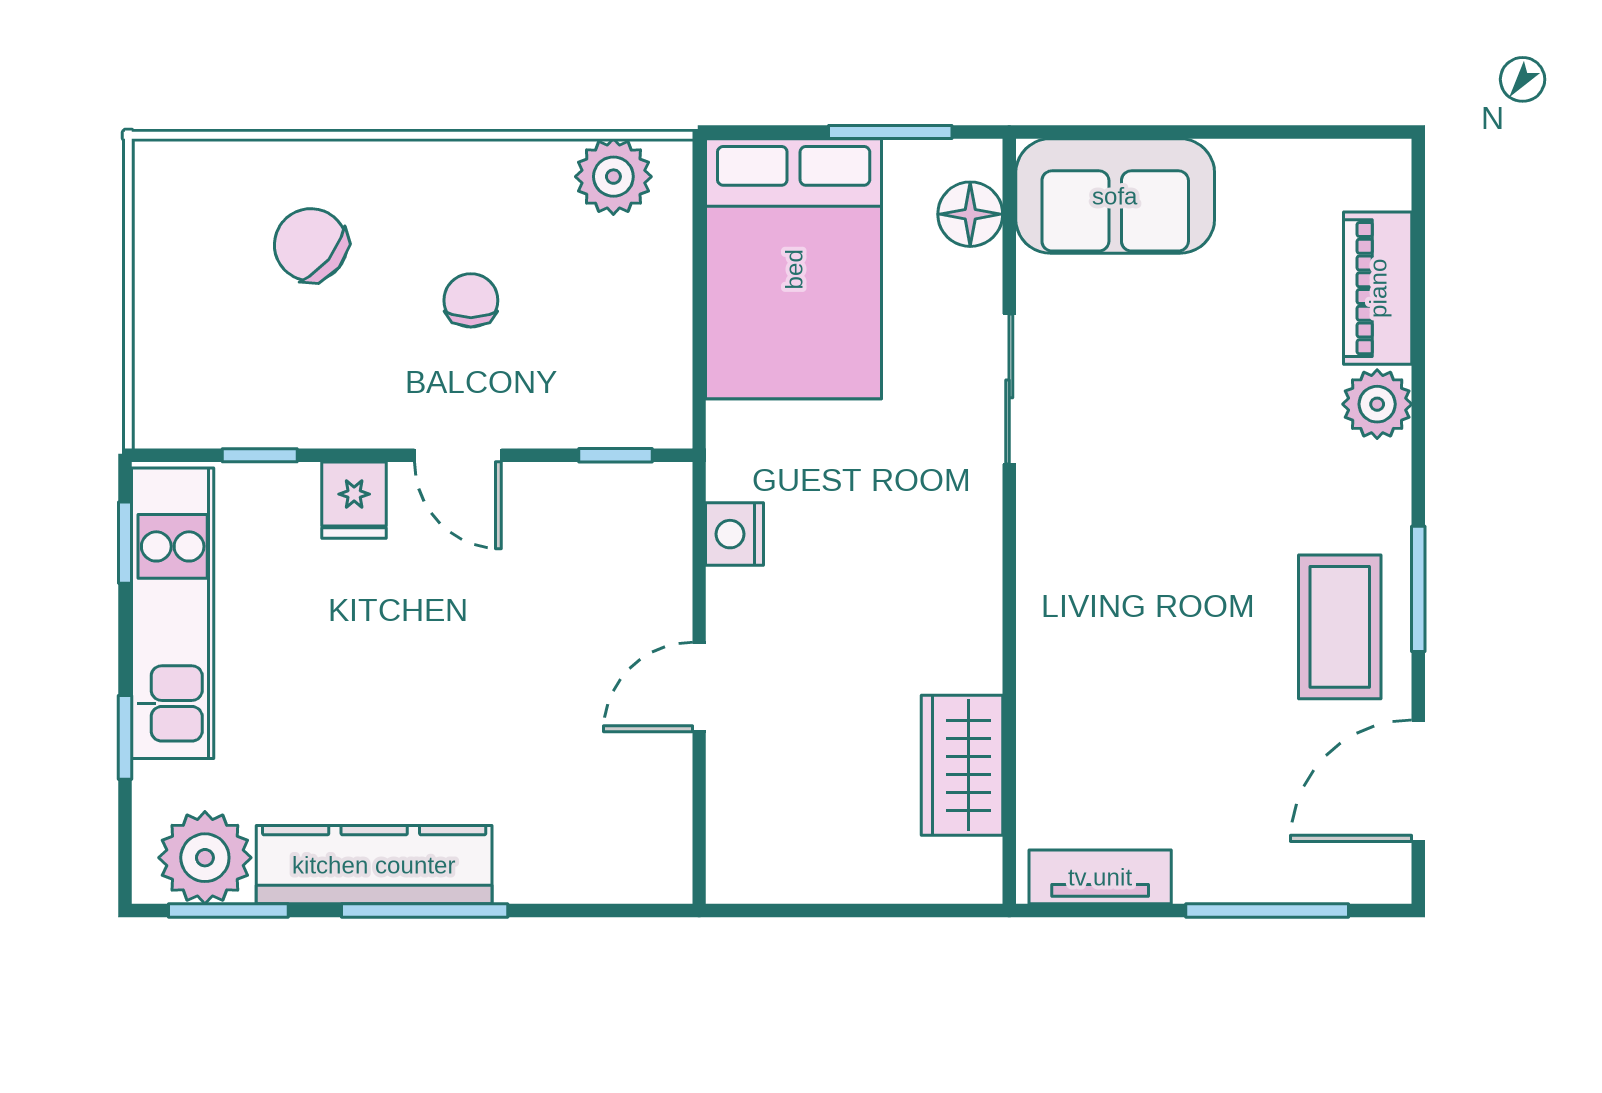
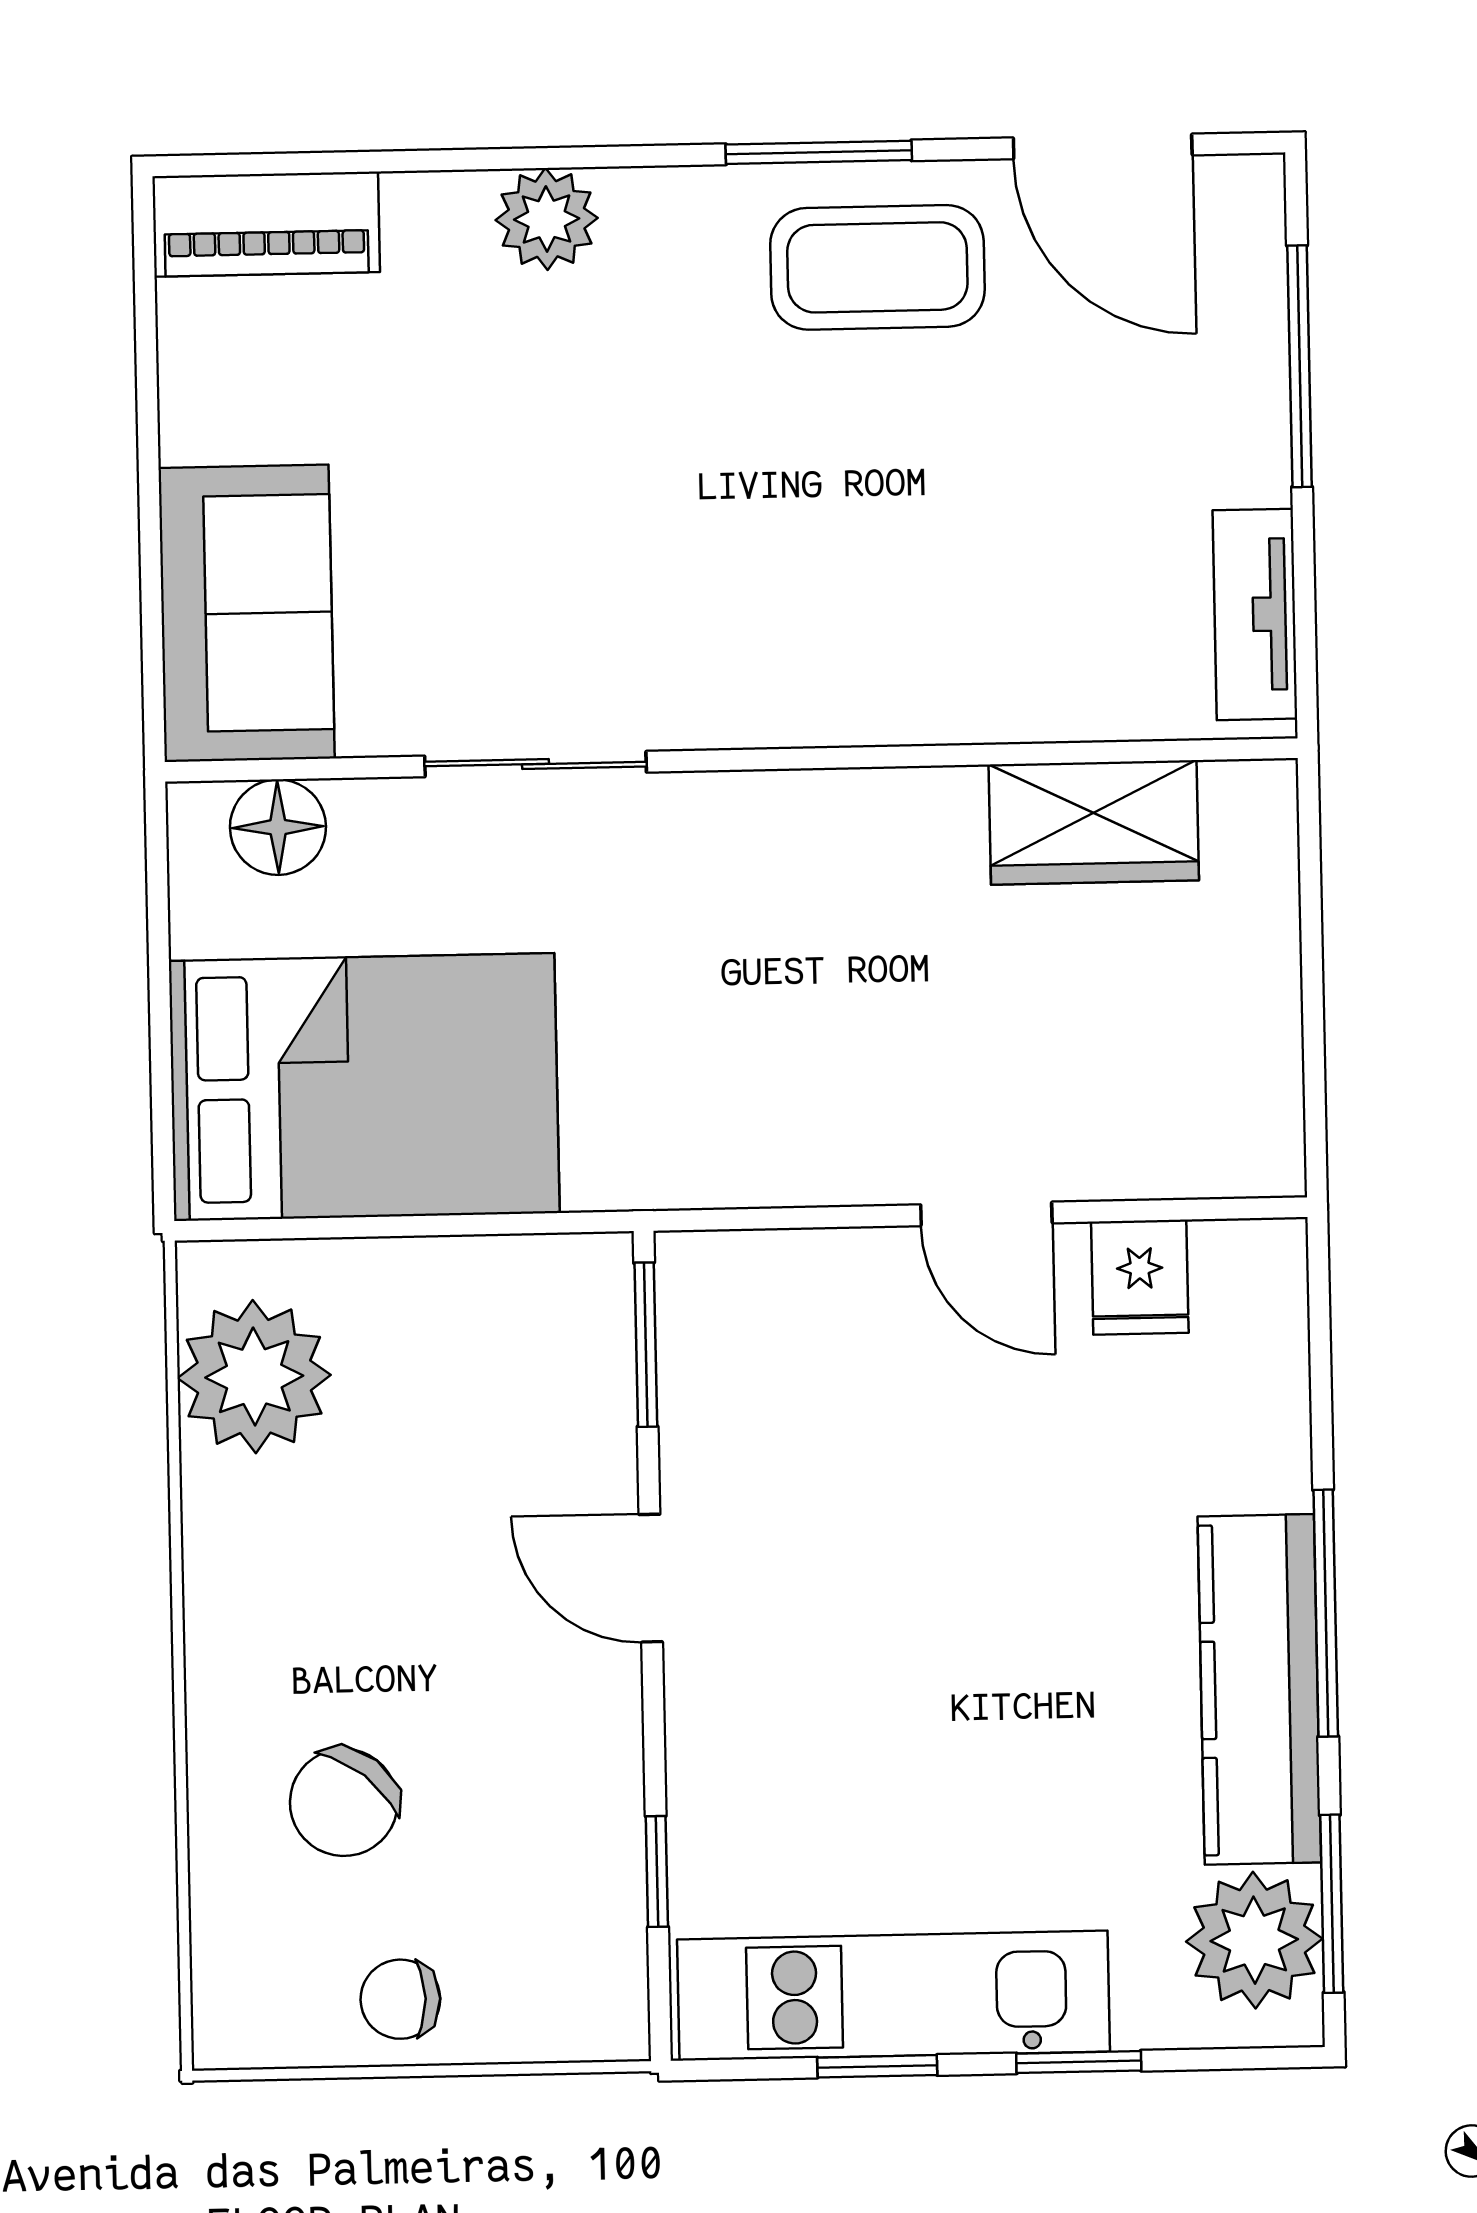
window: (890, 132) -> (159, 948), removed
plant: (613, 177) -> (254, 1377), width x1.36, depth x1.36
piano: (1378, 288) -> (266, 224), moved
chair: (471, 300) -> (400, 1999), moved
door: (458, 455) -> (651, 1578), swing flipped
window: (616, 455) -> (646, 1345), width x1.50
fridge: (354, 500) -> (1140, 1277), moved, turned 90
nightstand: (735, 534) -> (759, 1166), removed
window: (125, 543) -> (877, 2066), moved

